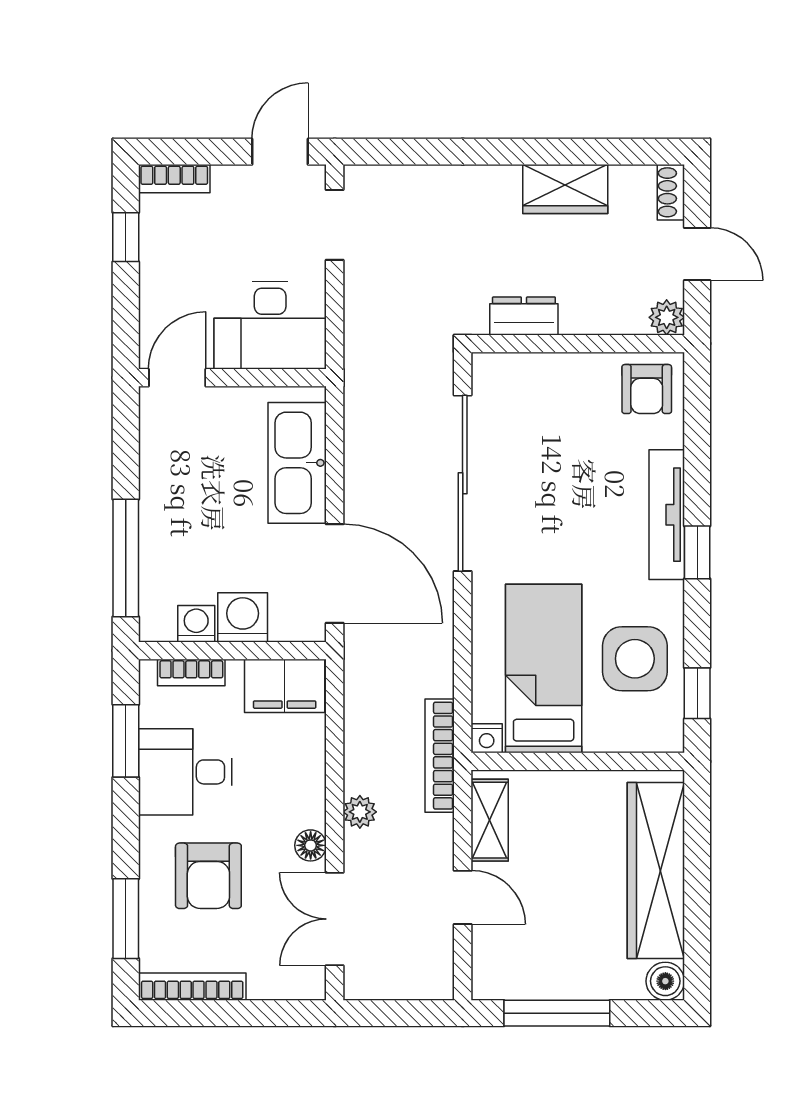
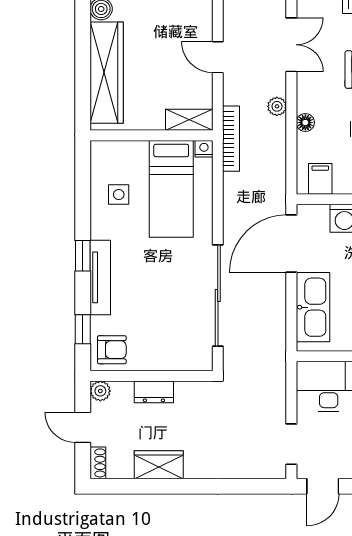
dresser: (524, 316) -> (154, 392), moved
armchair: (647, 389) -> (112, 350), turned 90
door: (335, 574) -> (291, 243), hinge flipped
side table: (635, 659) -> (119, 194), width x0.54, depth x0.54
filing cabinet: (285, 686) -> (320, 179), width x0.50
window: (697, 693) -> (83, 329), moved
shelving: (490, 820) -> (189, 120), moved, turned 90
floor lamp: (311, 845) -> (305, 123), moved

